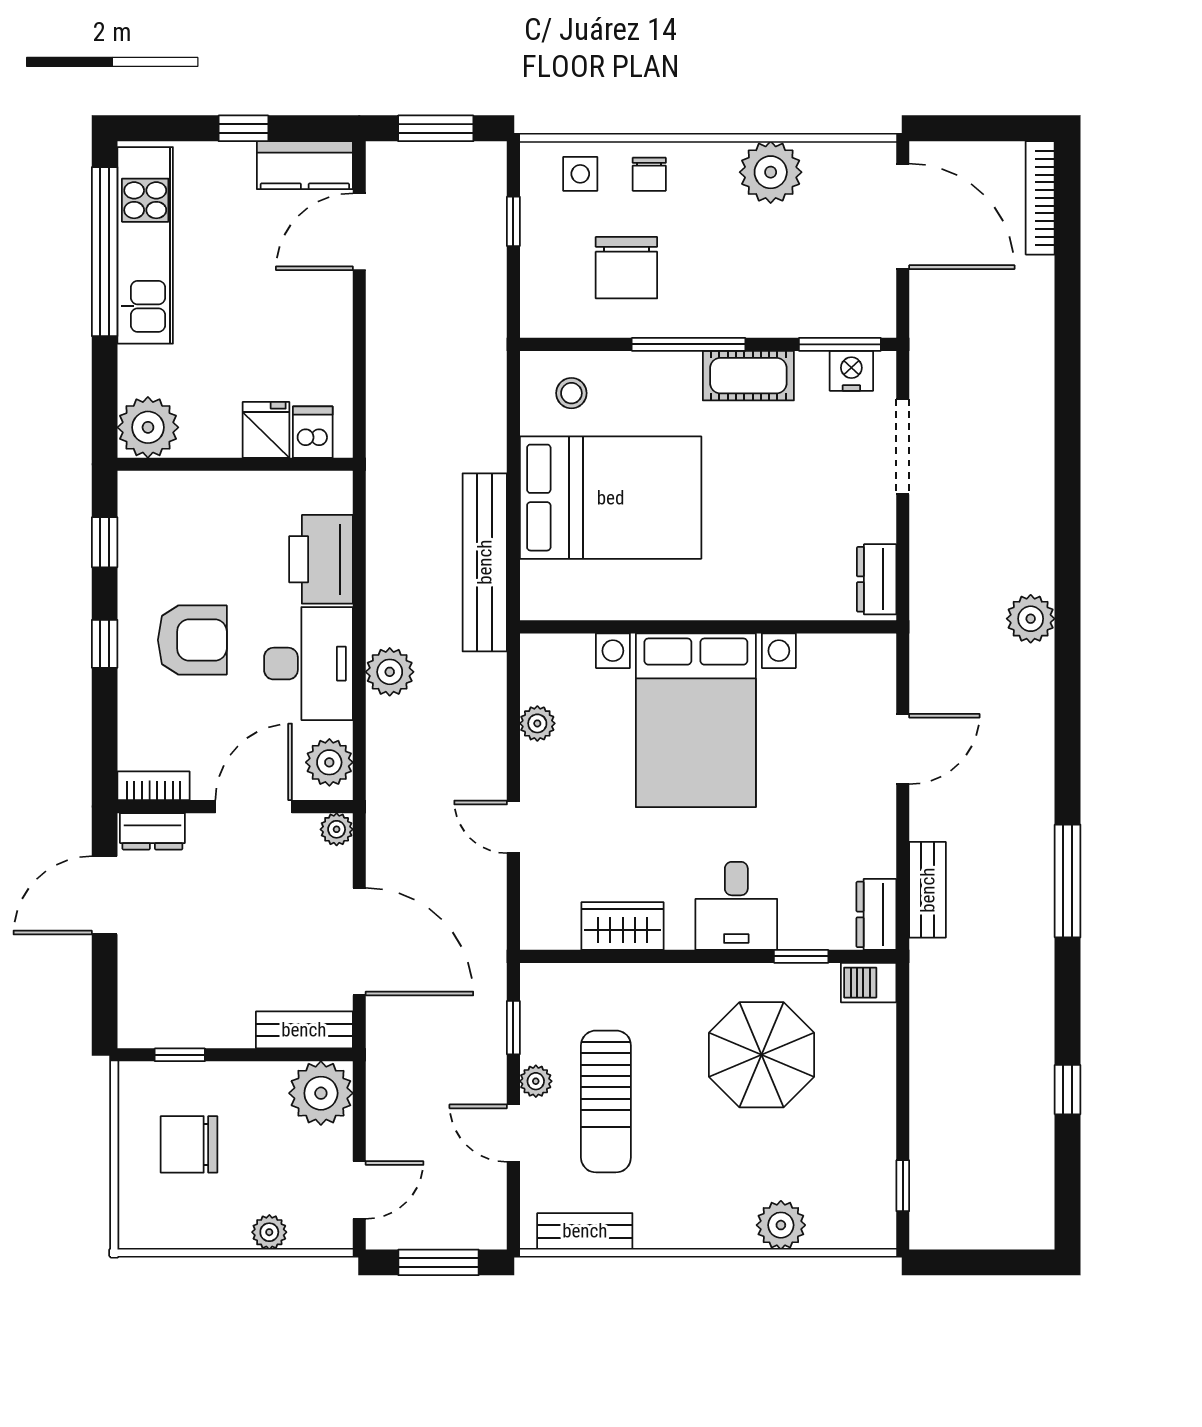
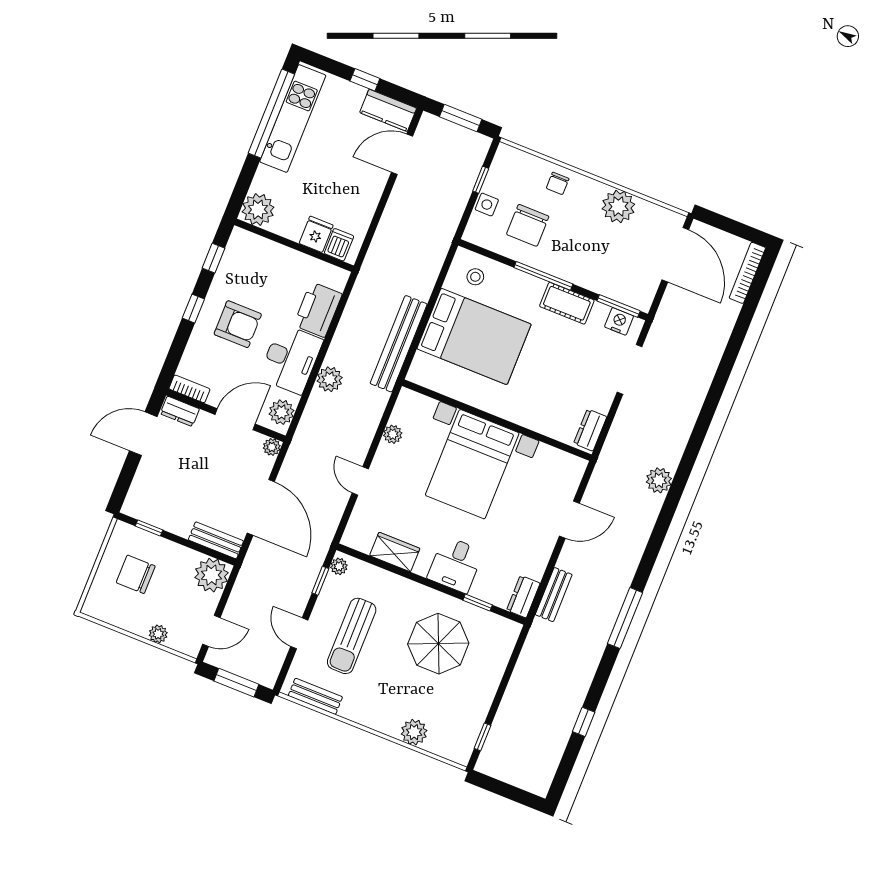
side table: (580, 174) -> (487, 205), moved
barbecue: (869, 983) -> (506, 629), removed
plant: (536, 1081) -> (339, 566), moved

